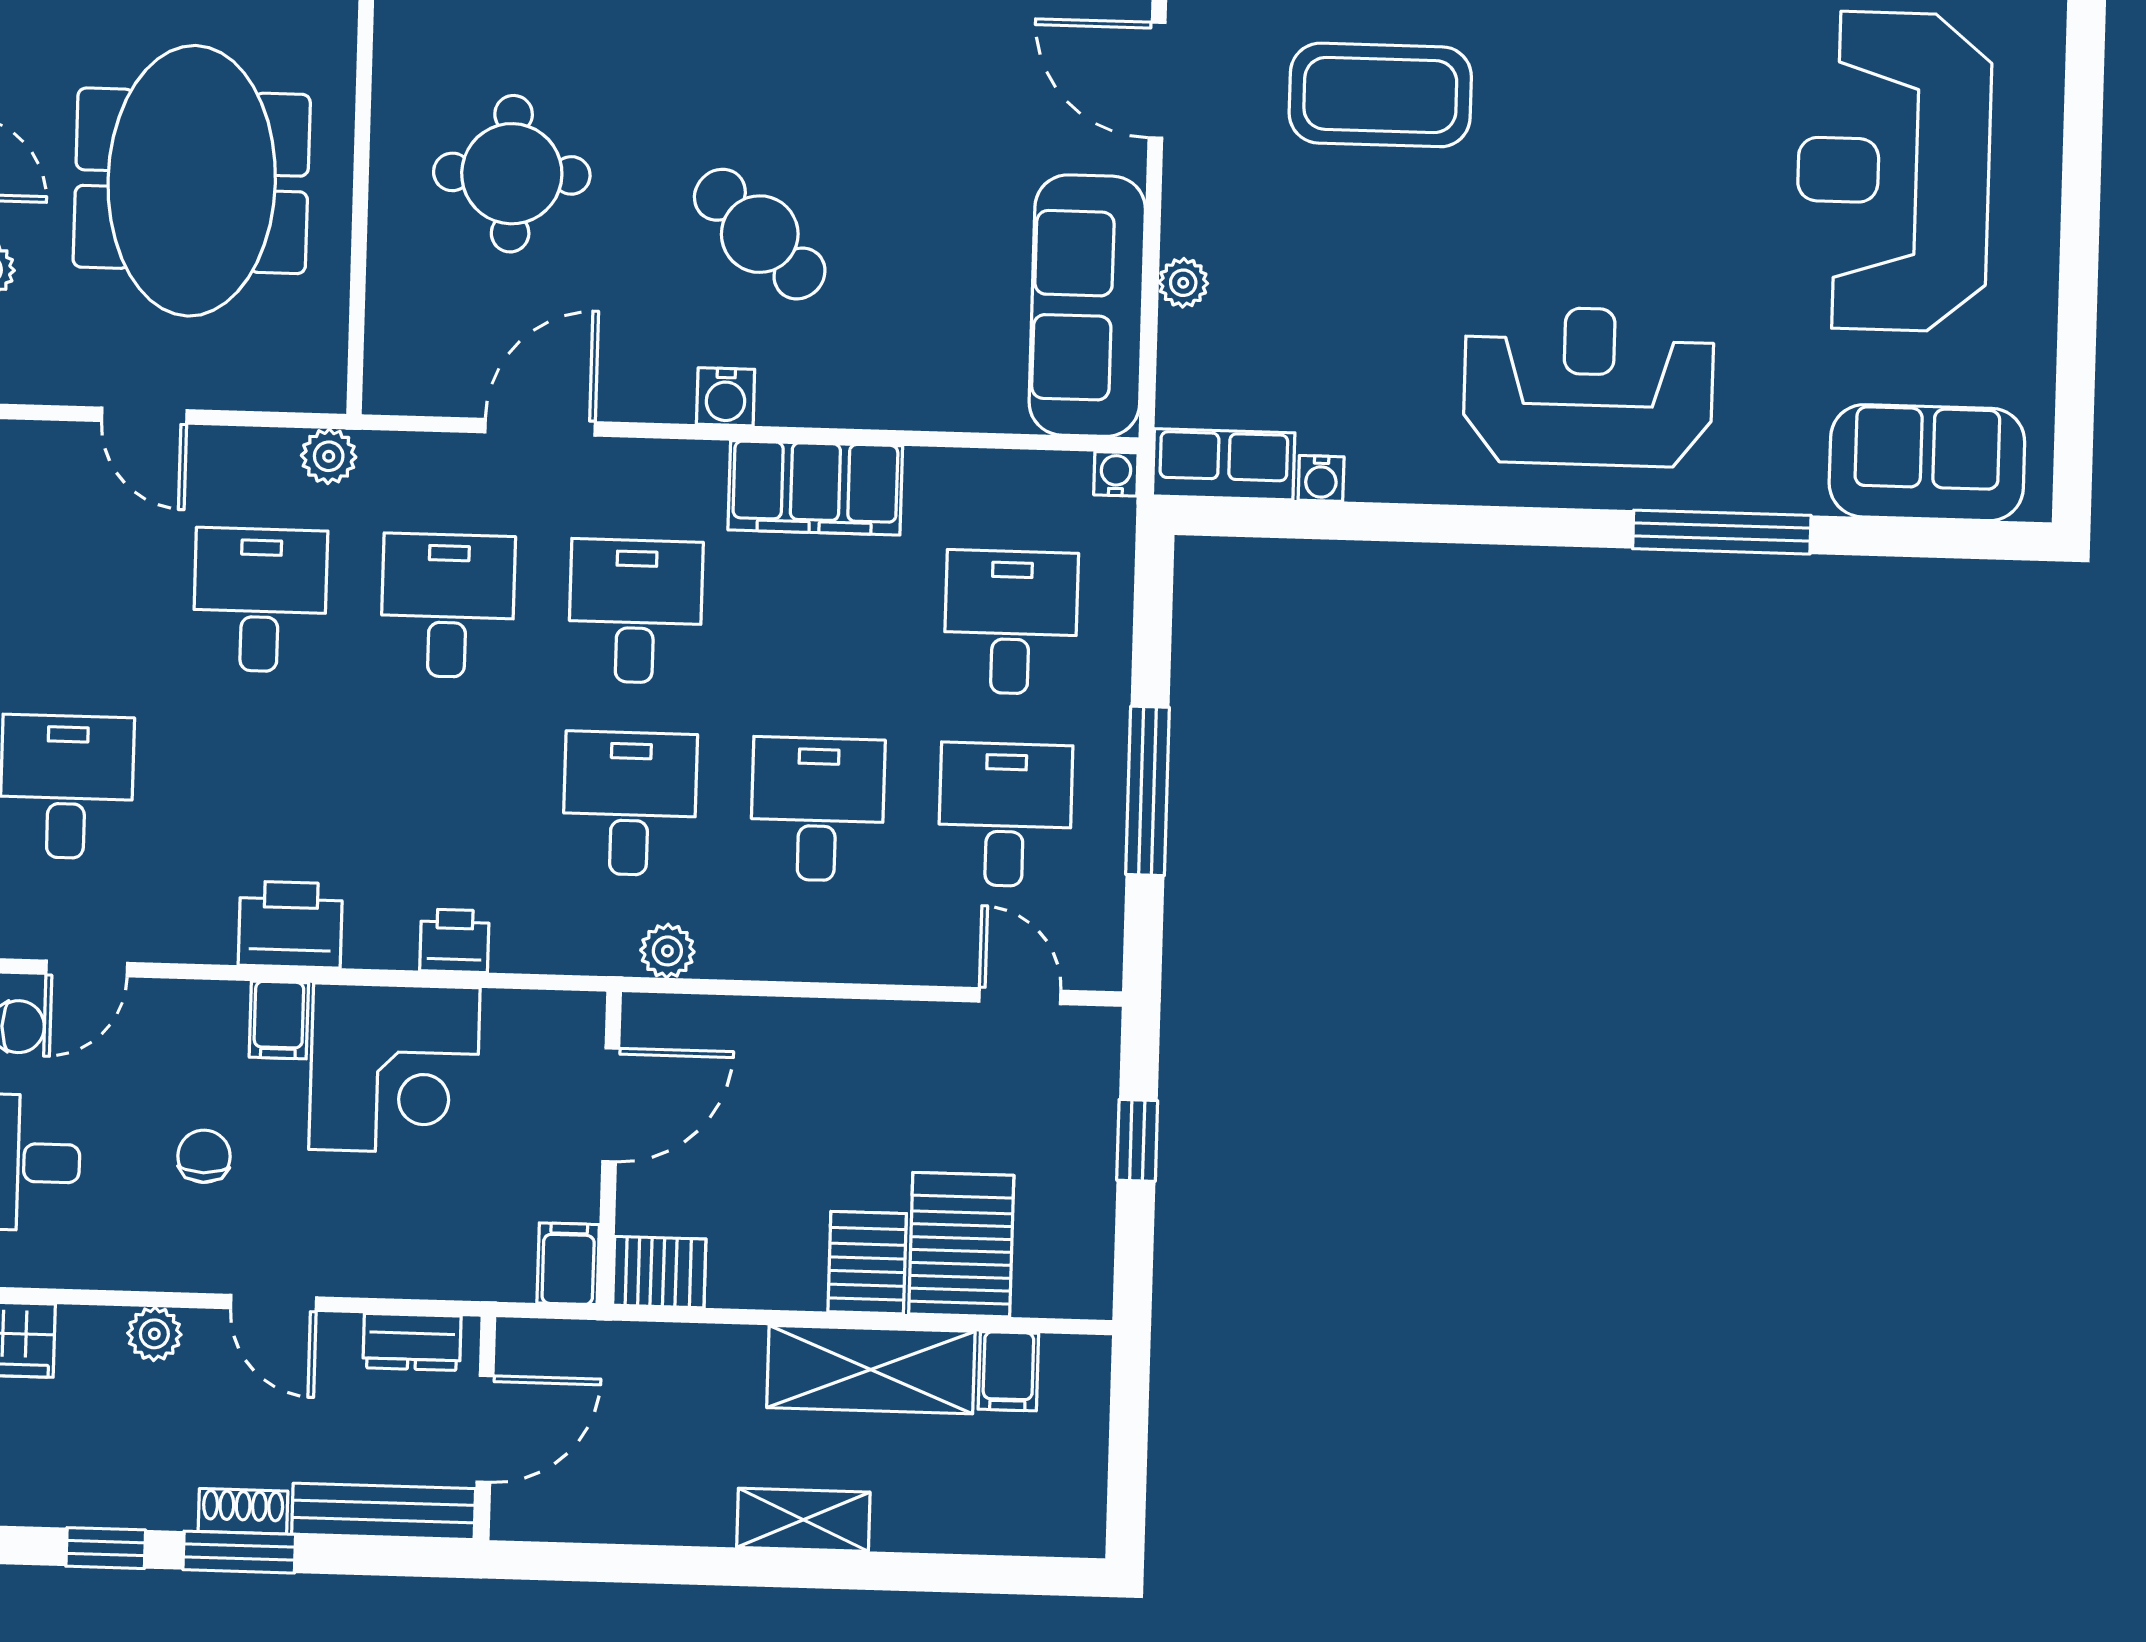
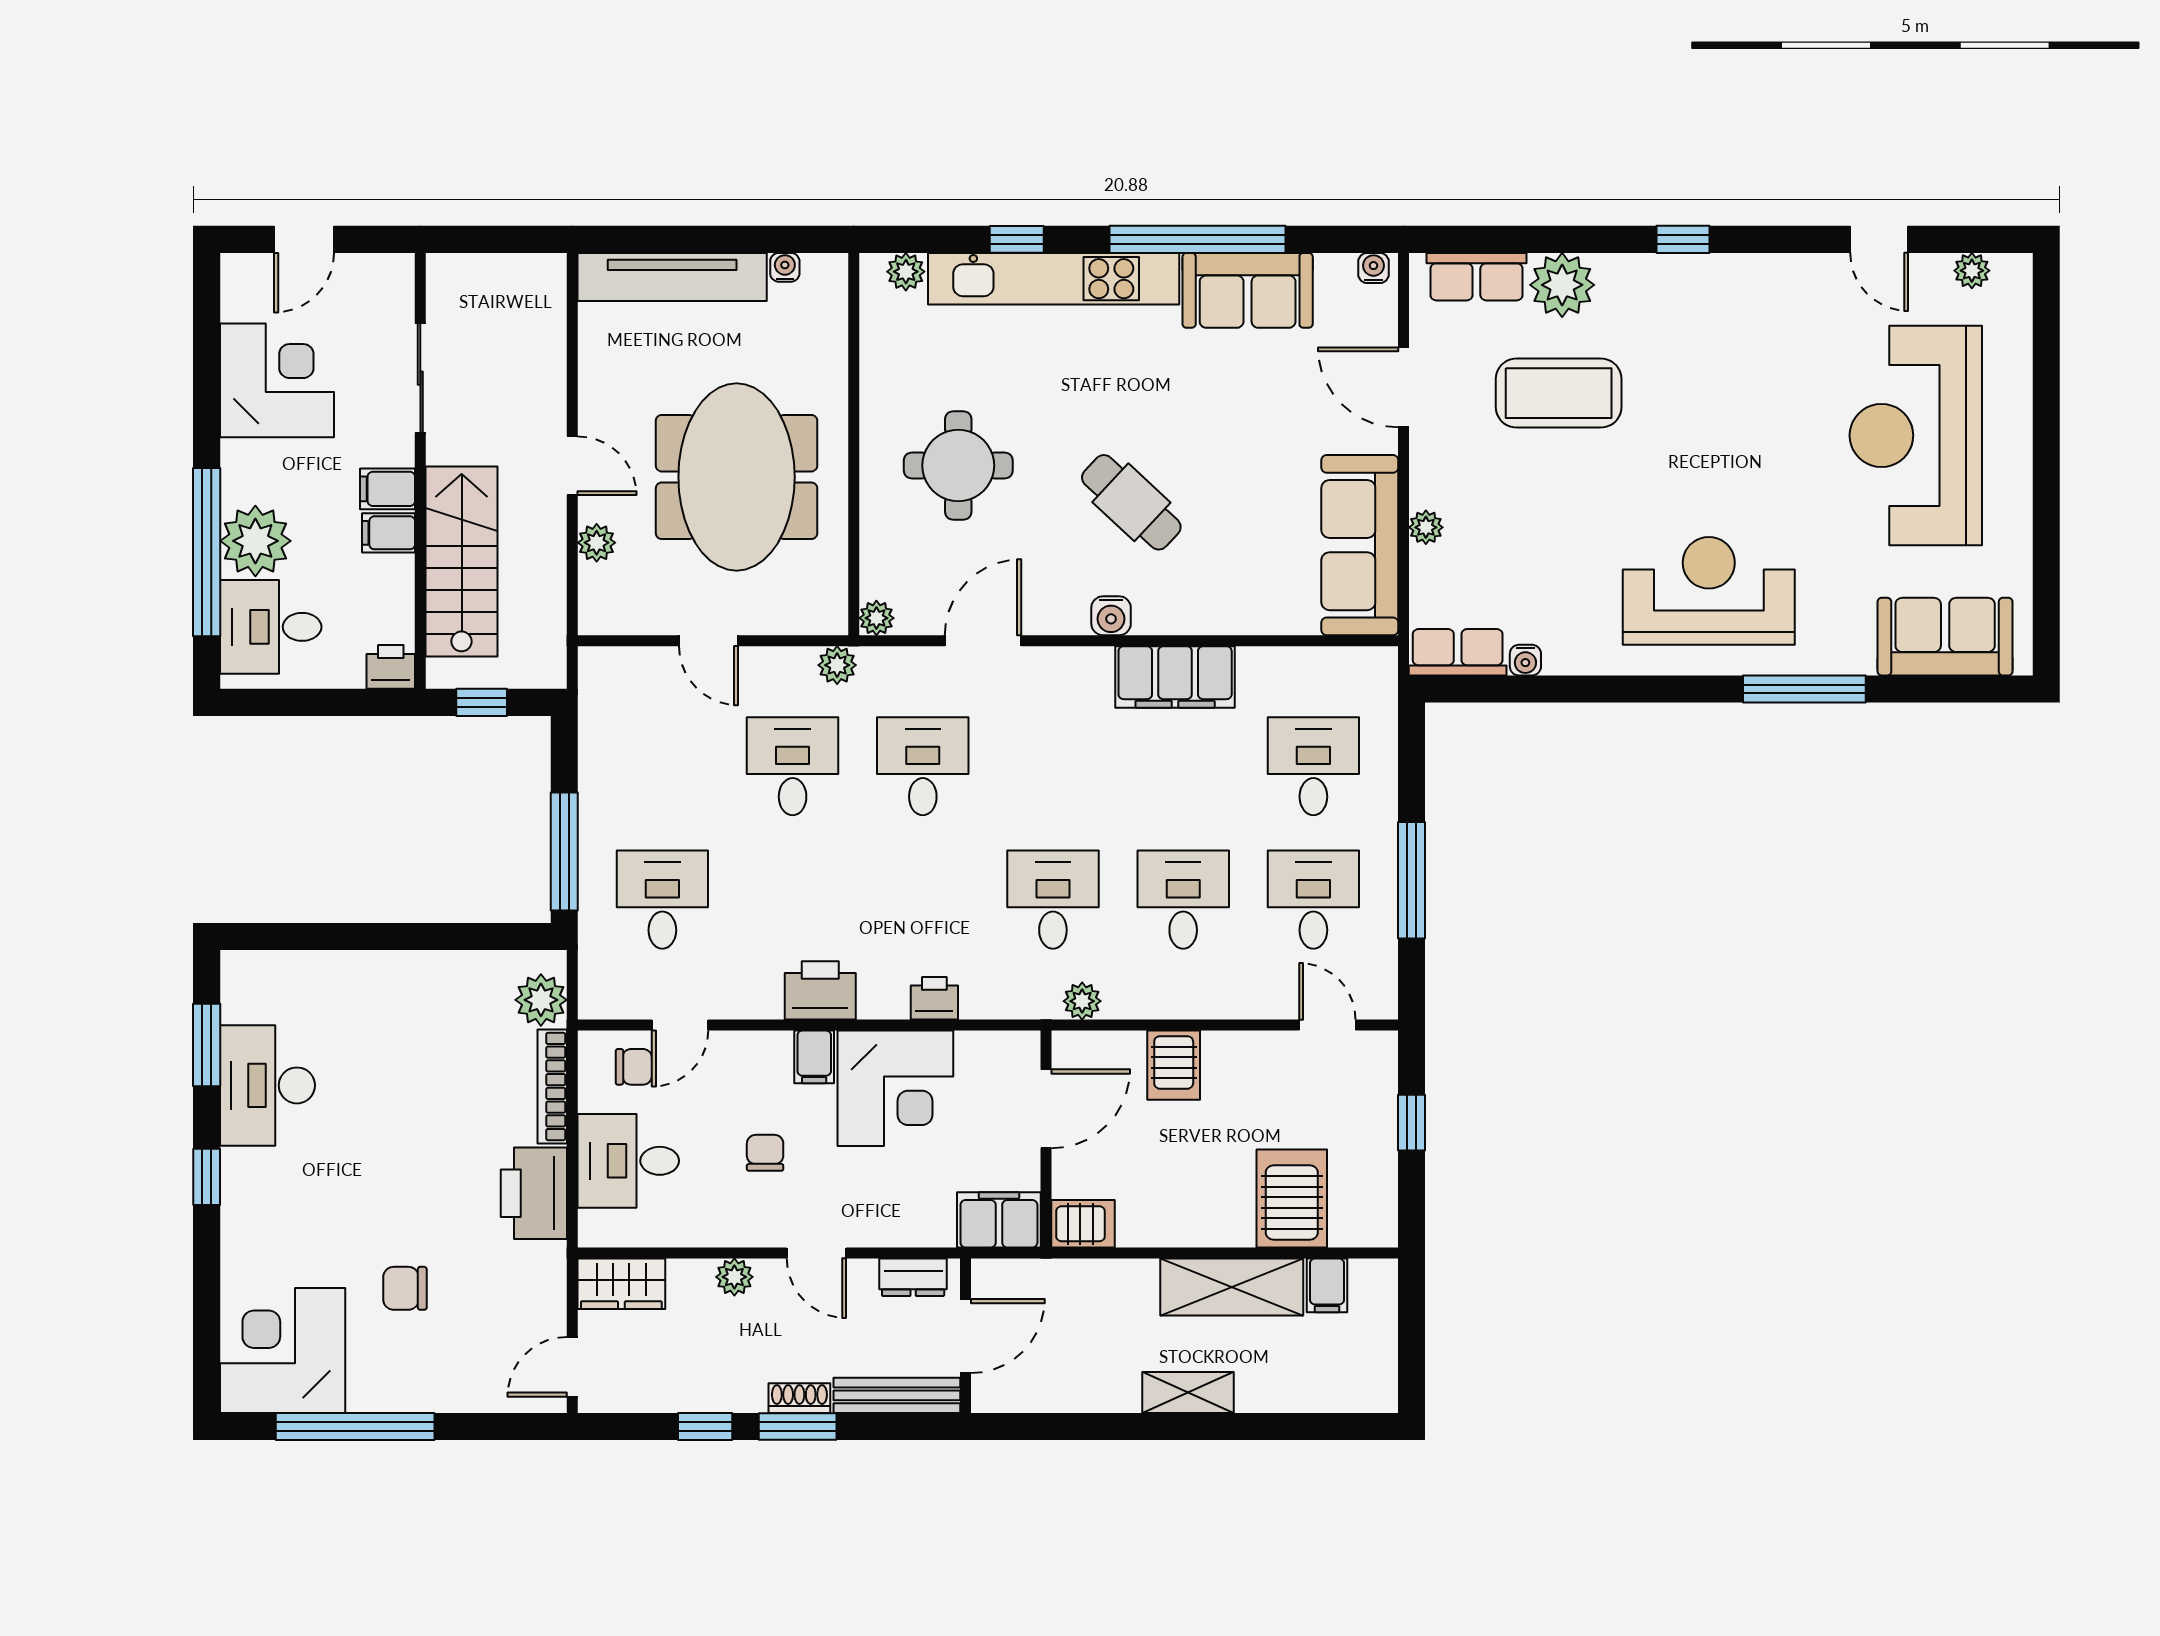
plant: (387, 390) -> (876, 618), added
water cooler: (1116, 474) -> (1383, 661), removed
desk: (635, 611) -> (1053, 766), removed
server rack: (867, 1263) -> (1174, 1065), moved, turned 180
filing cabinet: (568, 1264) -> (999, 1220), width x2.00

